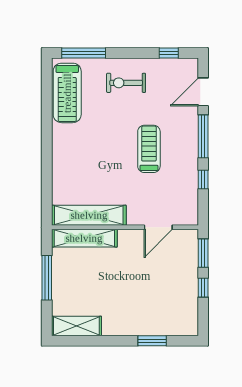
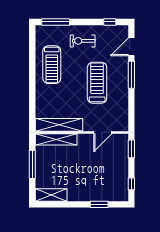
treadmill: (67, 93) -> (52, 65), moved
treadmill: (149, 149) -> (97, 83), width x1.37, depth x1.38
window: (203, 179) -> (131, 102), removed
window: (203, 288) -> (131, 184), moved

